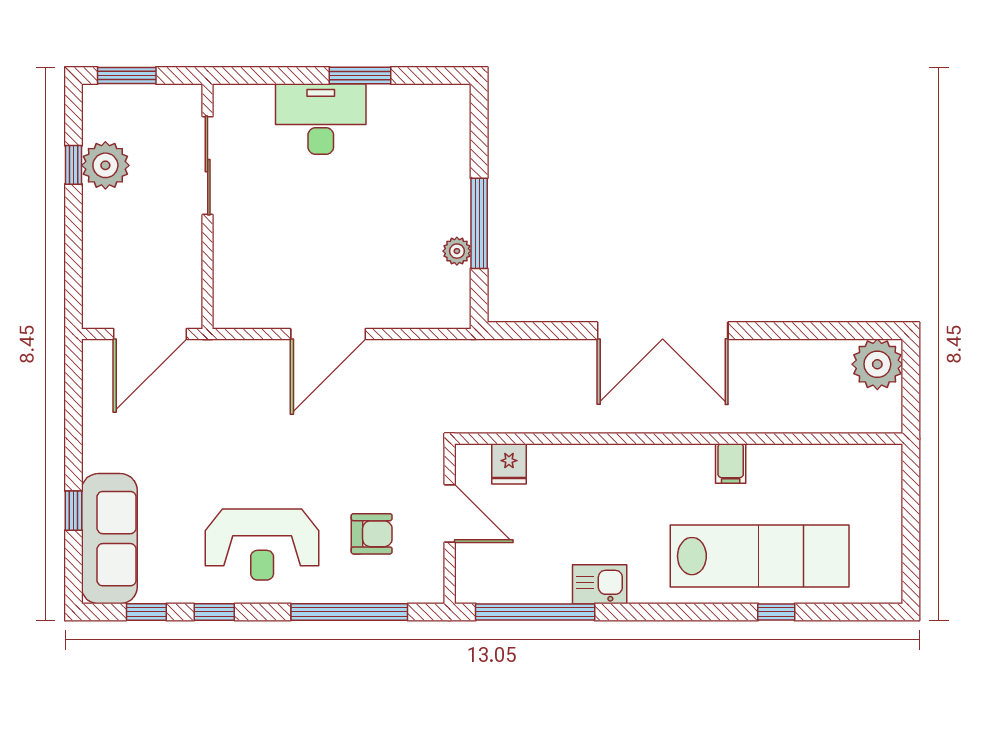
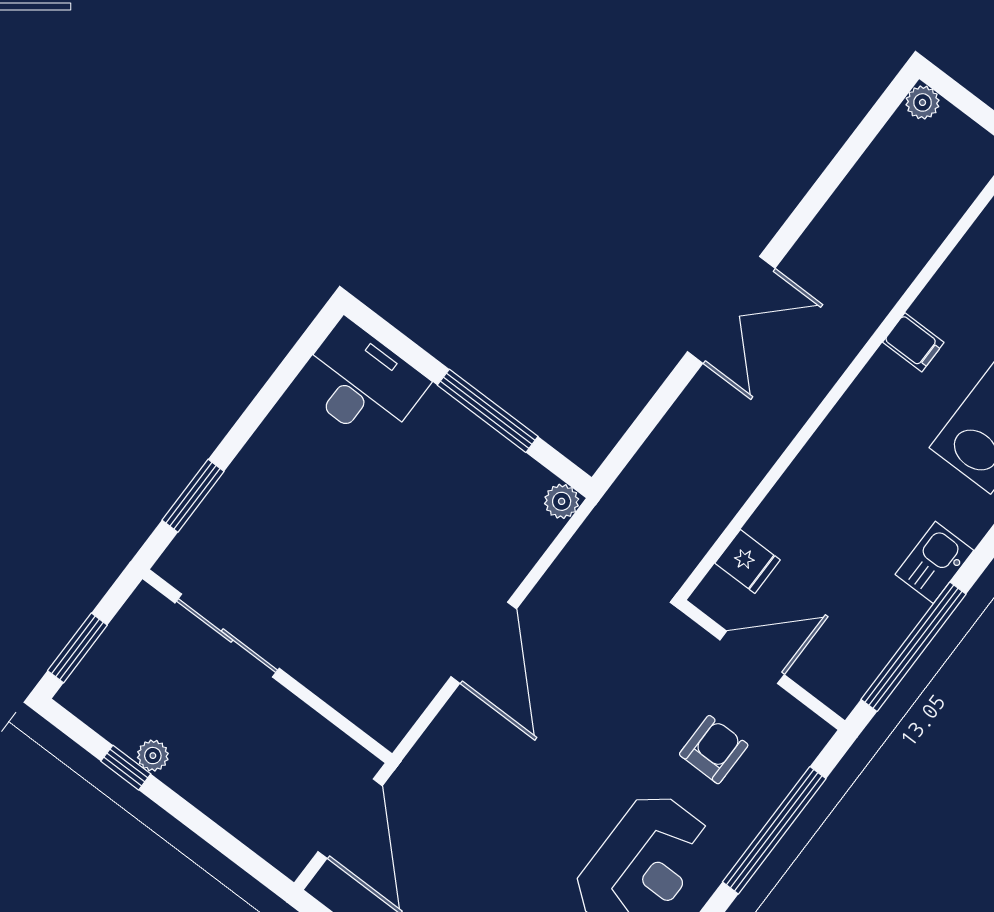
window: (360, 75) -> (193, 496), moved
desk: (321, 119) -> (362, 383), moved, turned 90
plant: (105, 165) -> (153, 756), width x0.53, depth x0.53
plant: (457, 251) -> (562, 501), moved
double door: (663, 331) -> (731, 310), width x0.73
plant: (877, 364) -> (922, 102), width x0.53, depth x0.53

